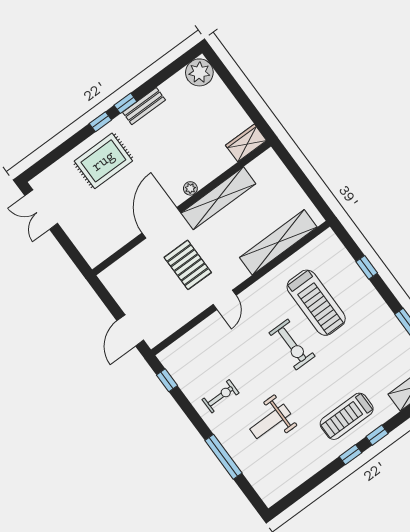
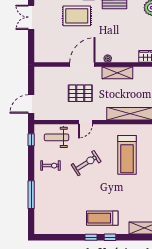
shelving: (218, 198) -> (117, 73), width x0.68
pallet: (188, 265) -> (80, 93), turned 90
exercise bike: (292, 345) -> (86, 163), moved, turned -122
weight bench: (270, 421) -> (56, 137), moved

